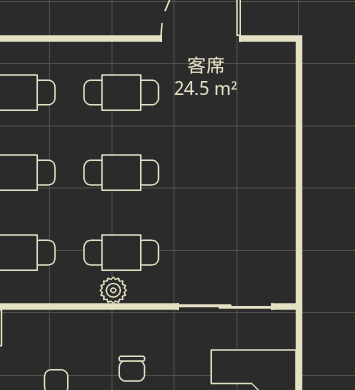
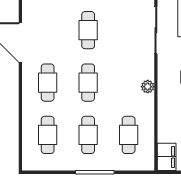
cafe table: (121, 253) -> (88, 30), moved

